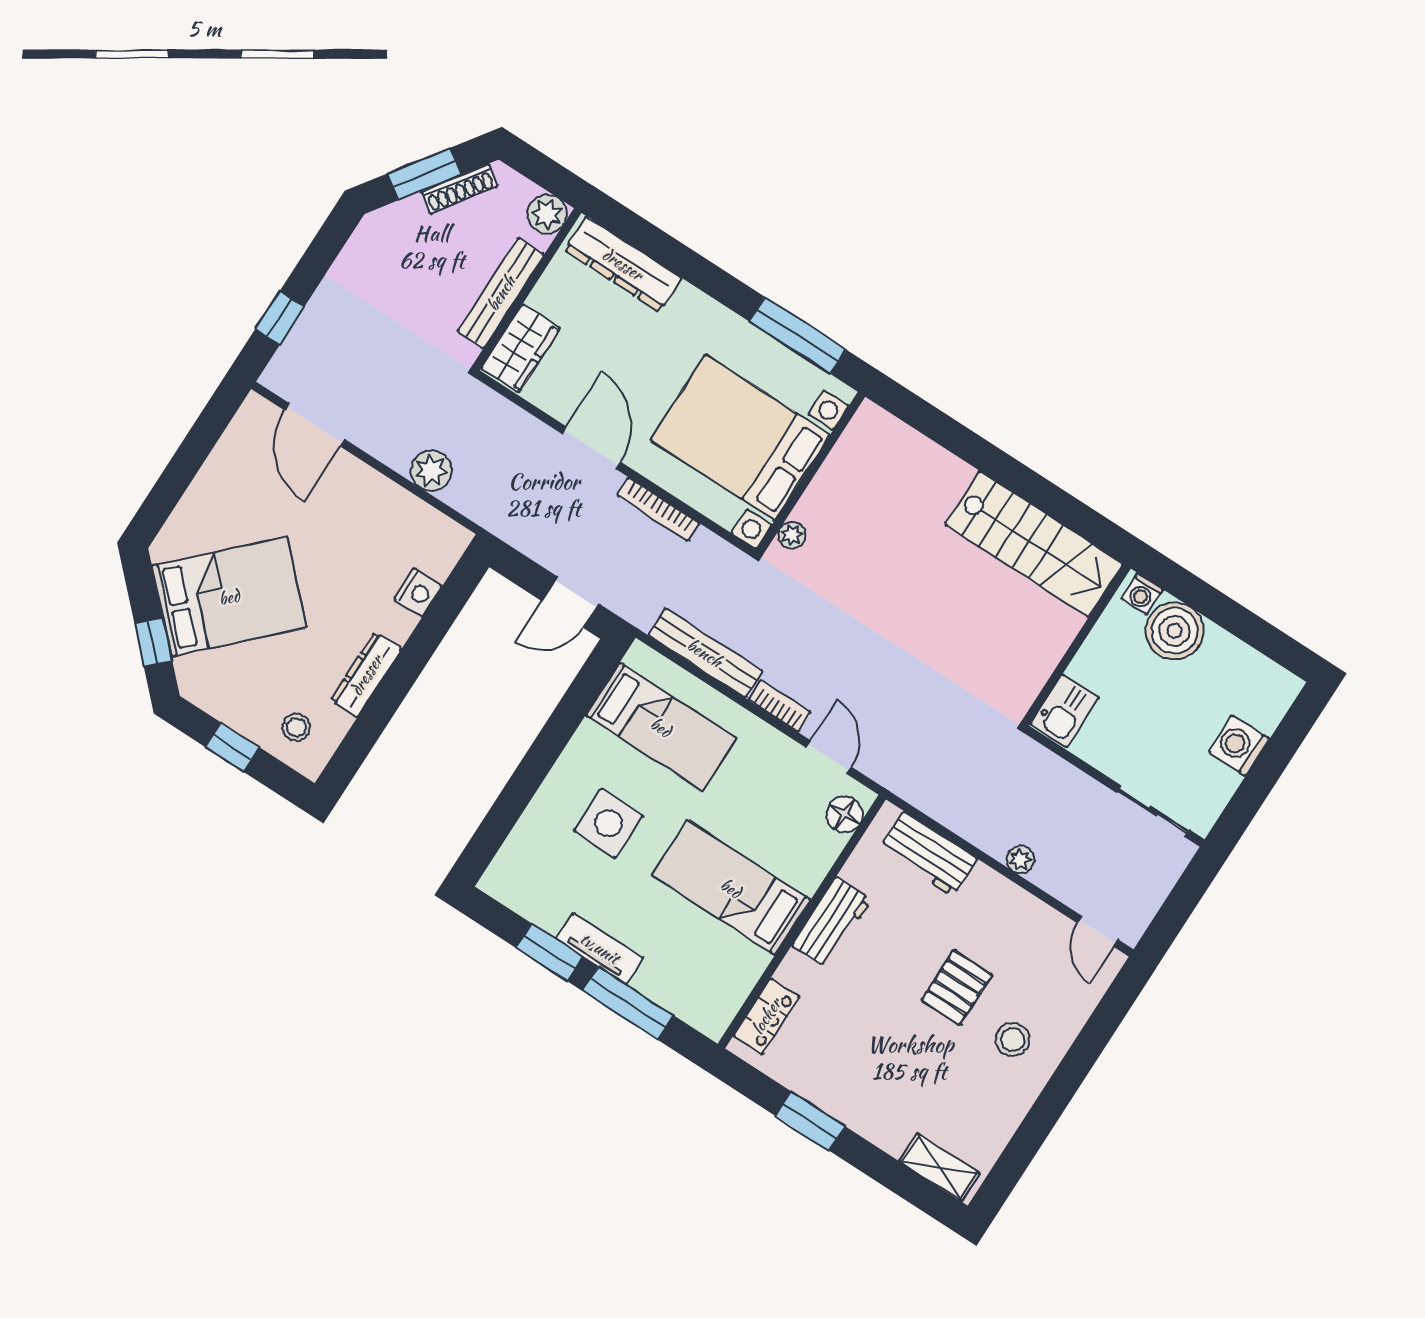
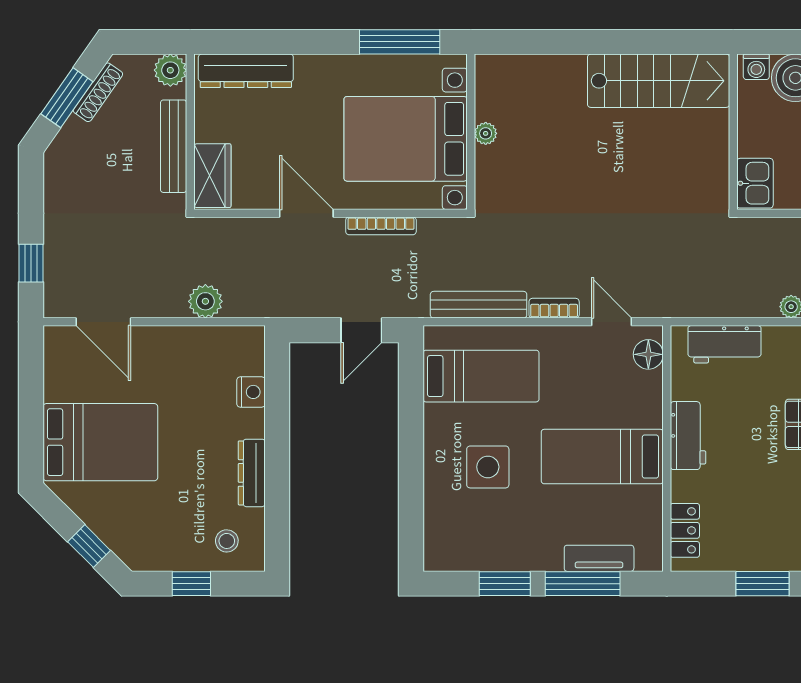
plant: (792, 535) -> (486, 133), moved
bed: (229, 597) -> (100, 442), moved, turned 45
tv unit: (600, 948) -> (599, 558), moved

